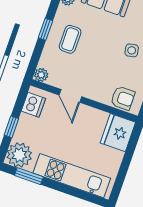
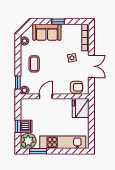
window: (46, 29) -> (18, 82), moved
door: (70, 96) -> (46, 96), swing flipped
dishwasher: (33, 105) -> (26, 126), moved

